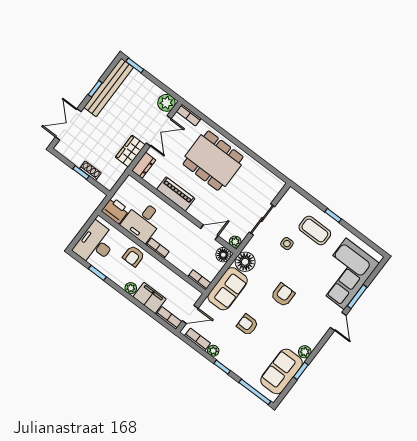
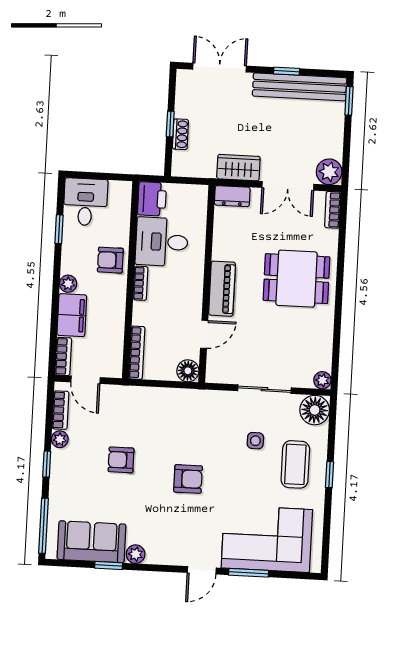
dining table: (213, 161) -> (297, 279), width x0.73
piano: (176, 194) -> (222, 289), moved
door: (209, 232) -> (204, 334), hinge flipped
plant: (235, 242) -> (322, 380), moved
desk: (95, 244) -> (85, 202), width x0.73
floor lamp: (245, 262) -> (315, 410), moved
bookcase: (199, 280) -> (137, 353), width x1.56
sofa: (228, 289) -> (149, 405), removed
armchair: (247, 325) -> (121, 460), turned -90

